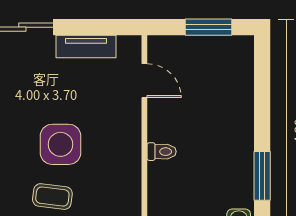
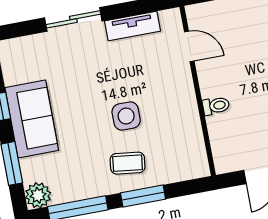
side table: (60, 144) -> (126, 116), width x0.73, depth x0.73

